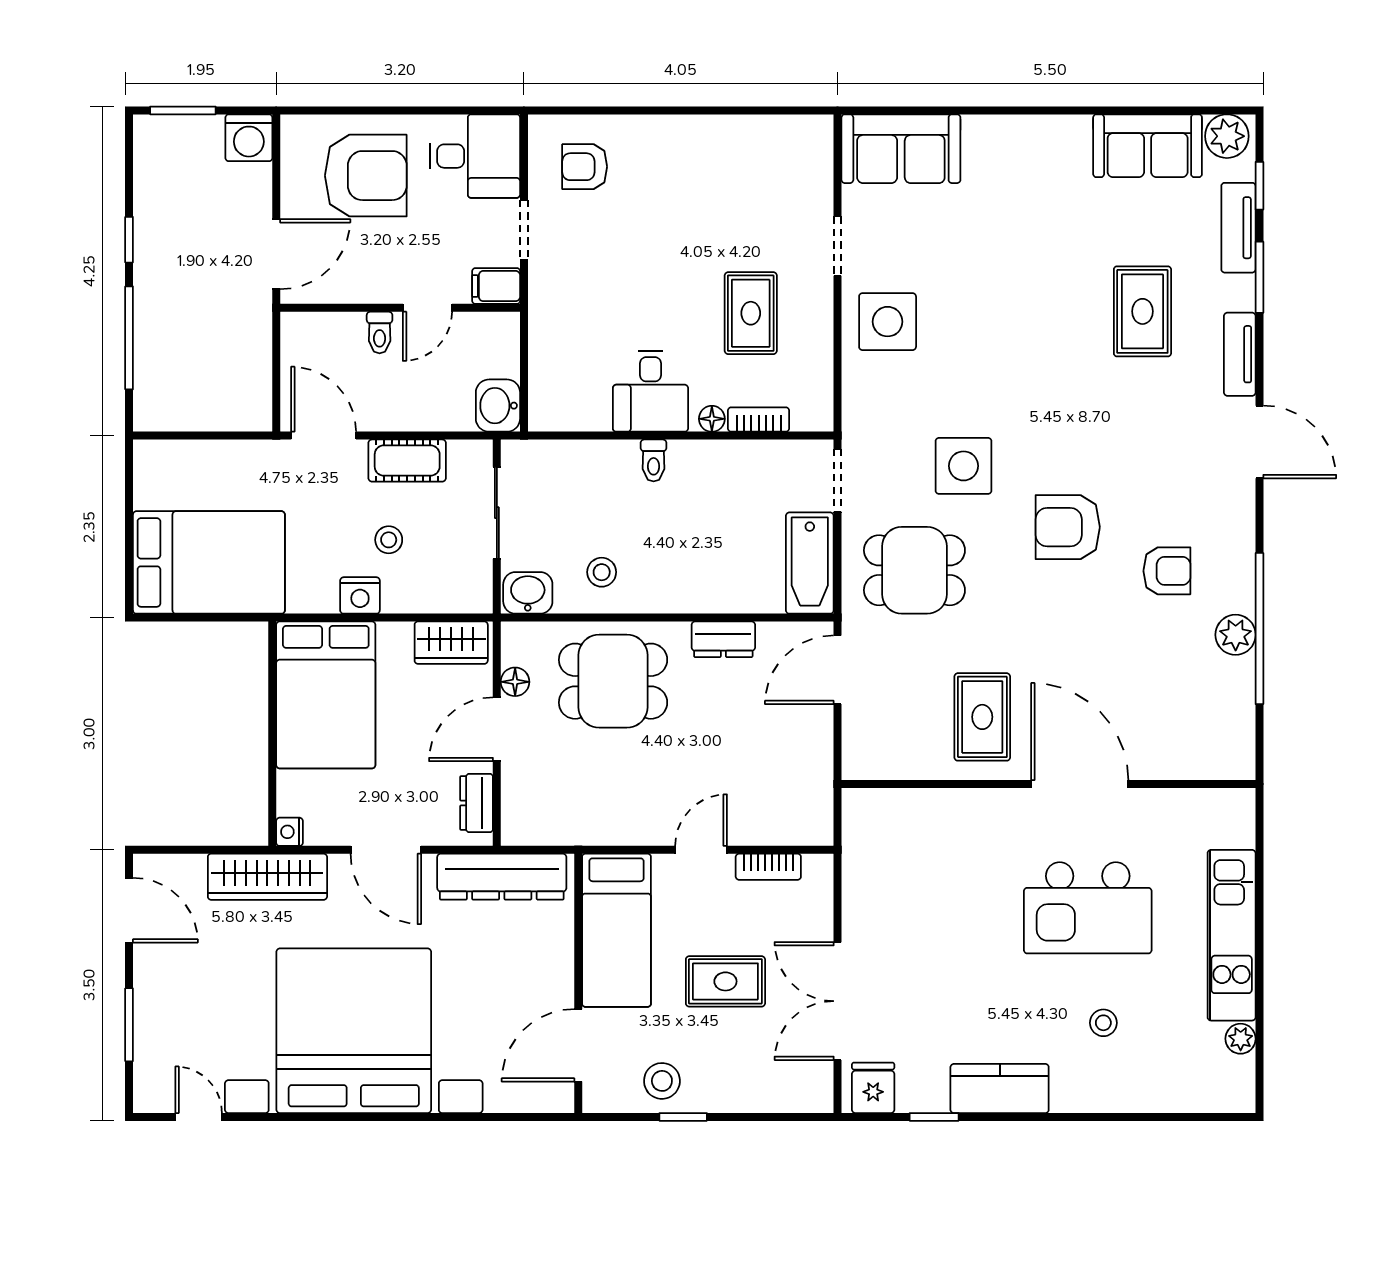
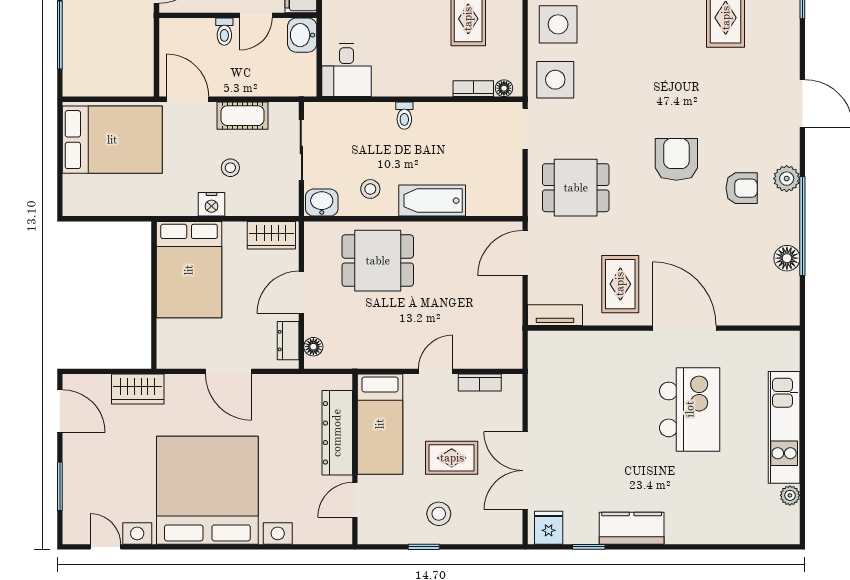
tv unit: (1240, 354) -> (555, 315), moved, turned 90
desk: (650, 391) -> (346, 70), moved
washbasin: (498, 406) -> (302, 35), moved
floor lamp: (712, 419) -> (504, 88), moved
side table: (964, 466) -> (555, 80), moved
armchair: (1068, 527) -> (676, 159), turned 90
bed: (209, 562) -> (112, 140), moved
bathtub: (810, 563) -> (432, 201), moved, turned 90
plant: (1236, 635) -> (787, 179), moved
dresser: (723, 639) -> (450, 233), removed
floor lamp: (1236, 678) -> (787, 258), added
floor lamp: (515, 682) -> (313, 347), moved
nightstand: (290, 832) -> (165, 360), removed
wardrobe: (267, 877) -> (138, 389), width x0.67
dresser: (502, 877) -> (337, 433), moved, turned 90
kitchen island: (1088, 908) -> (690, 409), turned -90
stool: (1103, 1023) -> (700, 485), removed
door: (578, 1045) -> (355, 500), width x0.73
stool: (662, 1081) -> (439, 514), moved

